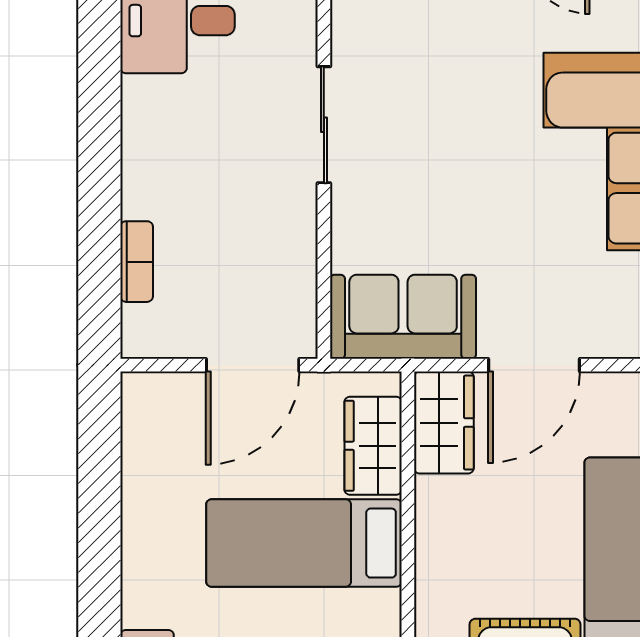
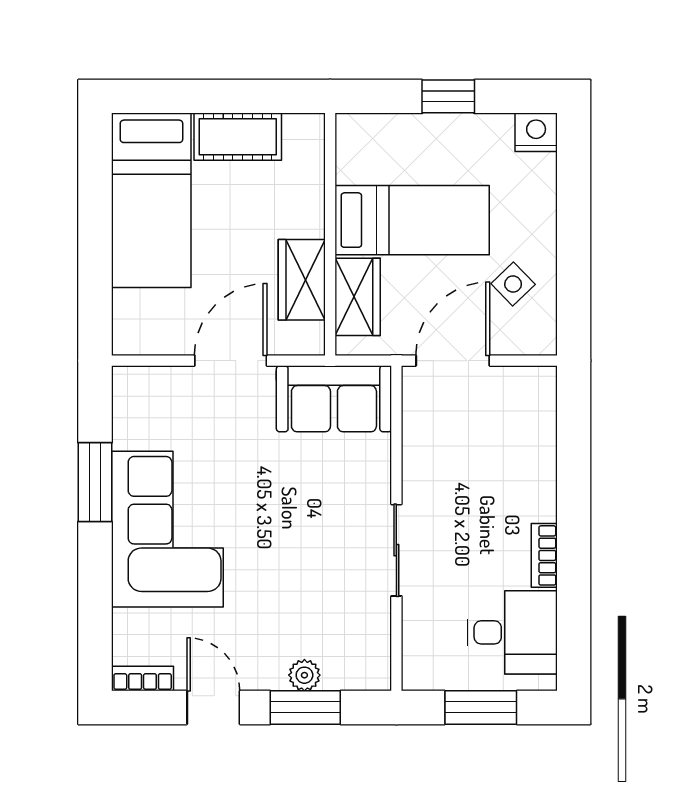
bookcase: (137, 262) -> (544, 555), moved
wardrobe: (444, 423) -> (302, 280), moved
side table: (176, 462) -> (513, 284), added

